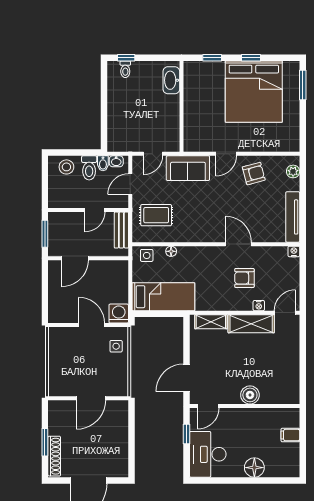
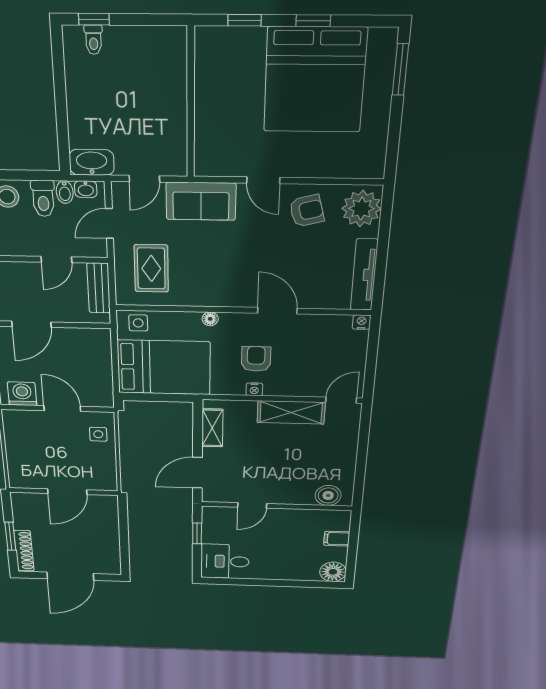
washbasin: (171, 80) -> (92, 162), moved, turned 90
door: (226, 154) -> (263, 180), hinge flipped
plant: (293, 171) -> (361, 209), width x1.88, depth x1.88
rug: (156, 215) -> (151, 268), turned 90
floor lamp: (171, 251) -> (210, 319), moved
armchair: (244, 278) -> (256, 359), moved, turned 90
bed: (163, 297) -> (164, 367), width x1.50
nightstand: (259, 306) -> (254, 389), moved
washing machine: (119, 314) -> (22, 394), moved
shelving: (211, 322) -> (212, 428), moved, turned 90
boiler: (250, 395) -> (328, 495), moved
door: (208, 406) -> (252, 505), moved
desk: (208, 454) -> (225, 561), width x0.73
floor lamp: (254, 468) -> (333, 572), moved

